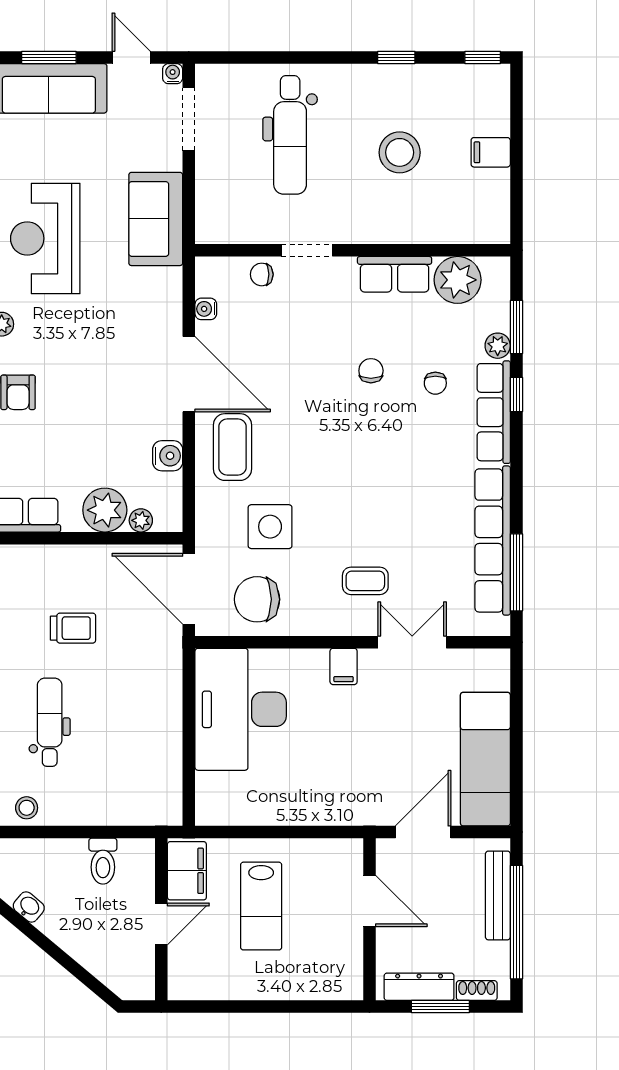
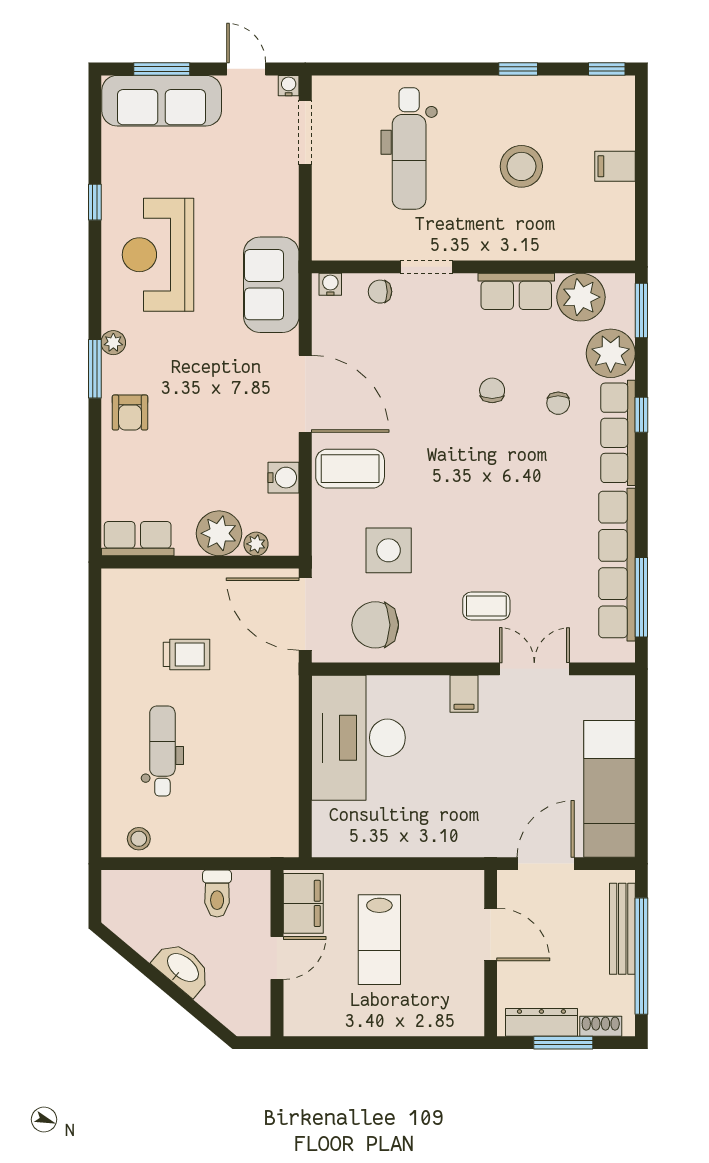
sofa: (156, 219) -> (271, 285), moved
water cooler: (206, 309) -> (330, 284), moved, turned 90
window: (516, 327) -> (641, 311), moved
plant: (498, 346) -> (611, 353), width x1.88, depth x1.88
coffee table: (233, 447) -> (350, 469), turned 90
washbasin: (29, 907) -> (182, 968), moved, width x1.91, depth x1.45

